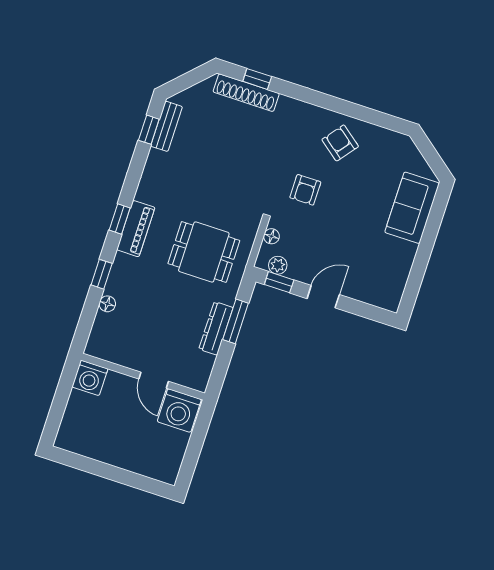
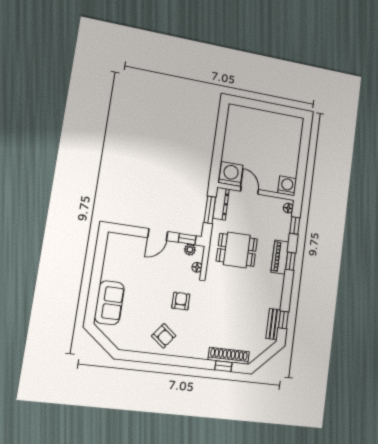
wall: (143, 377) -> (256, 191), moved
washing machine: (90, 378) -> (287, 186), moved
door: (154, 380) -> (250, 190), moved
washing machine: (179, 411) -> (231, 174), moved

